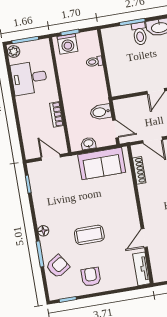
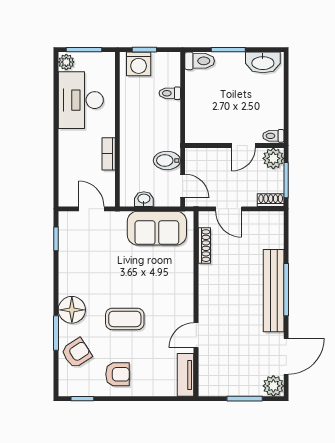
toilet: (140, 34) -> (200, 61), moved, turned -90
desk: (29, 78) -> (81, 100), width x1.37
floor lamp: (43, 231) -> (72, 310), width x1.89, depth x1.89
armchair: (91, 277) -> (118, 374), turned 90

